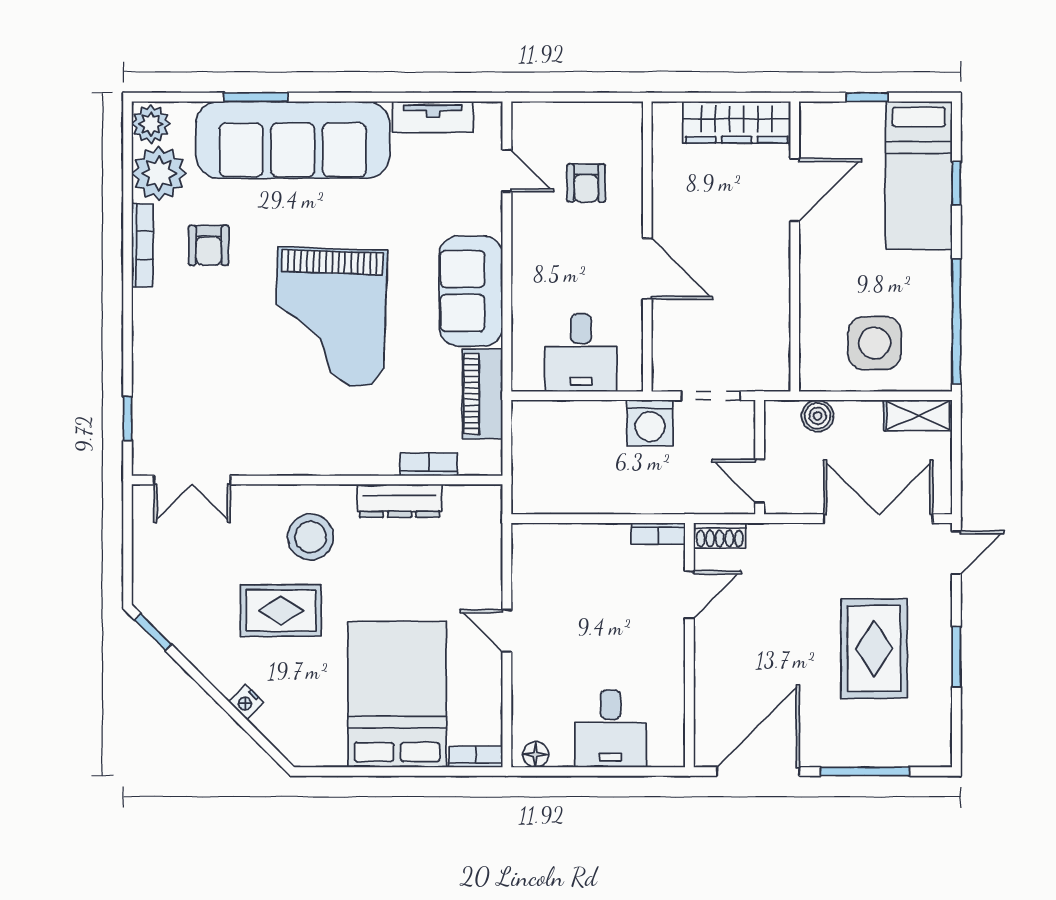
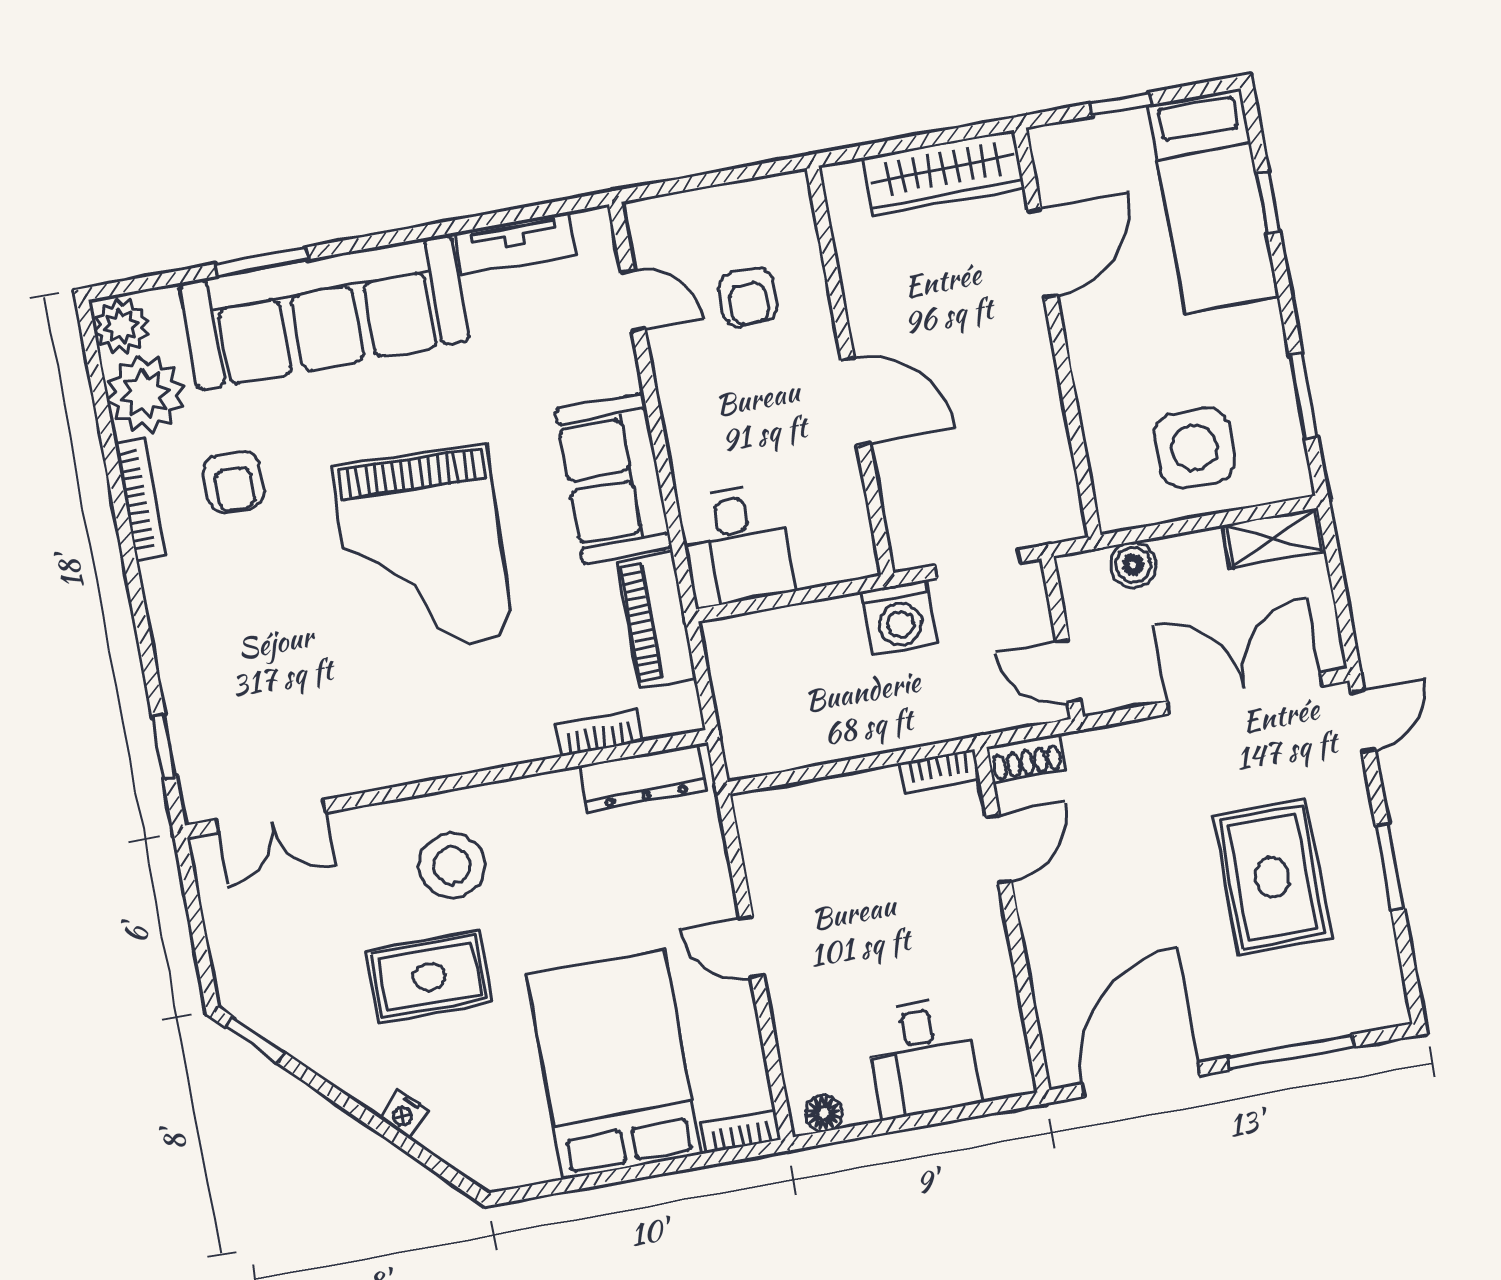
window: (956, 321) -> (1303, 396), width x0.47
desk: (581, 353) -> (736, 546), moved
dresser: (400, 501) -> (643, 778), moved

